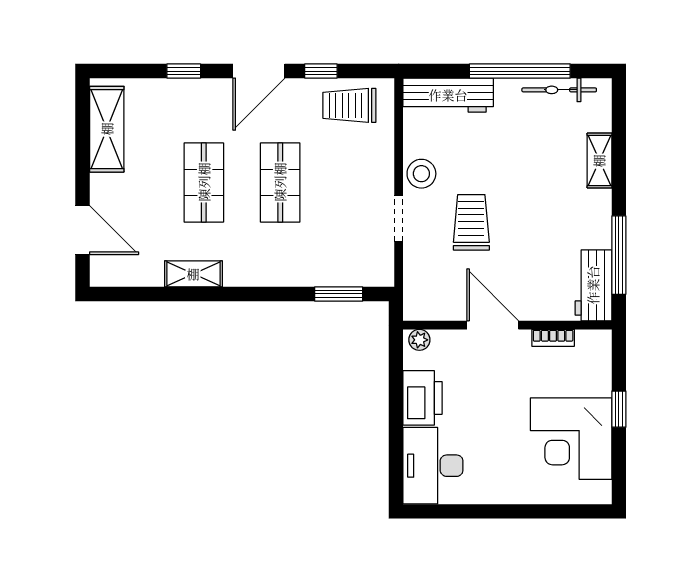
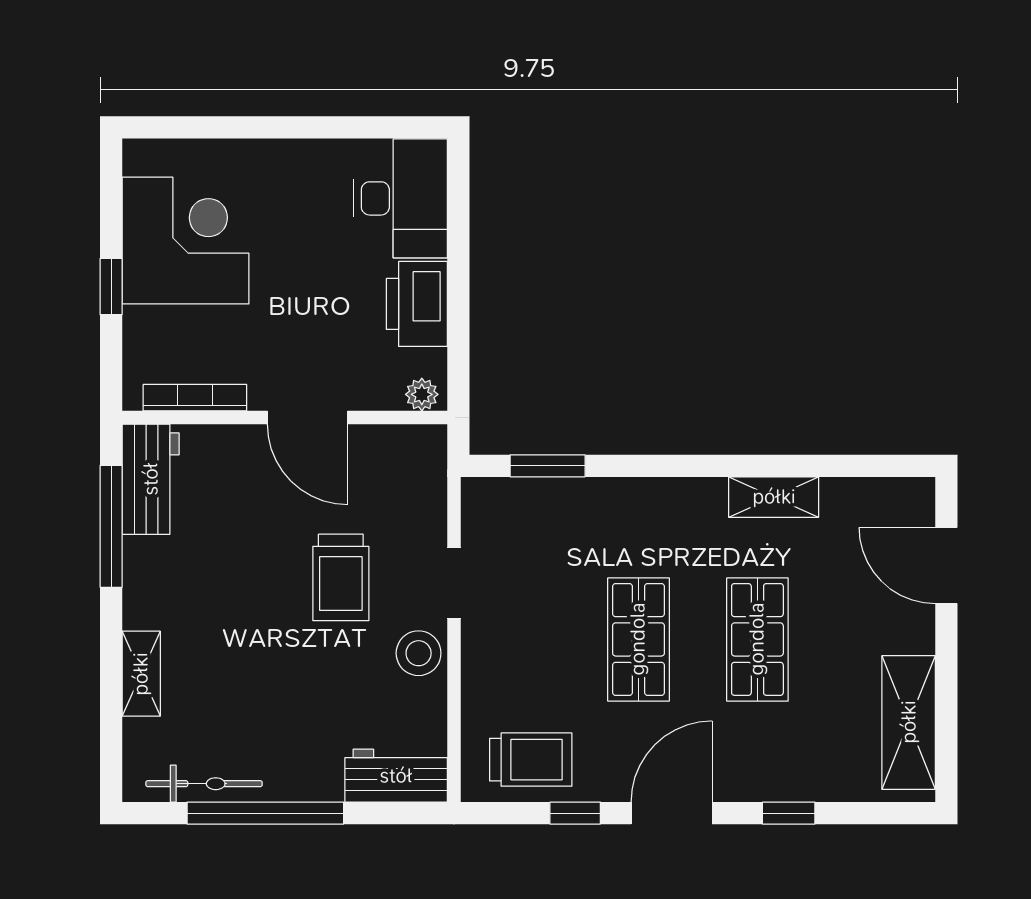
workbench: (448, 95) -> (396, 776), width x0.73
bookcase: (553, 338) -> (195, 398), width x1.56

